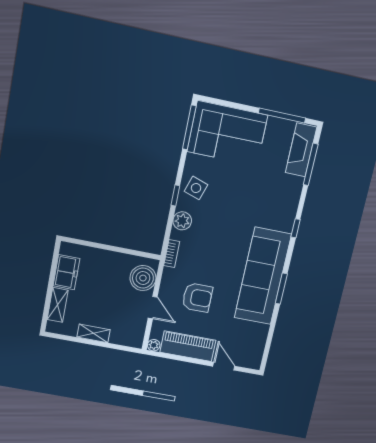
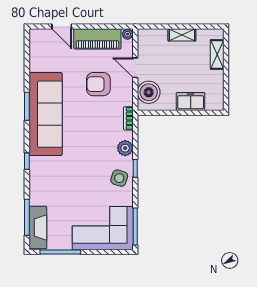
freezer: (66, 272) -> (191, 101), moved, turned 90

